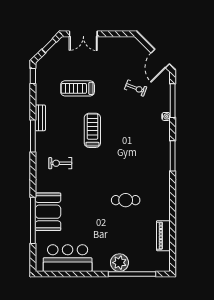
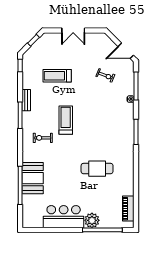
double door: (83, 34) -> (73, 31), moved
door: (160, 58) -> (126, 51), hinge flipped
treadmill: (92, 130) -> (66, 120), moved
cafe table: (126, 200) -> (97, 169), width x1.37, depth x1.35
piano: (163, 236) -> (128, 209), moved
bar counter: (68, 258) -> (64, 217), moved

